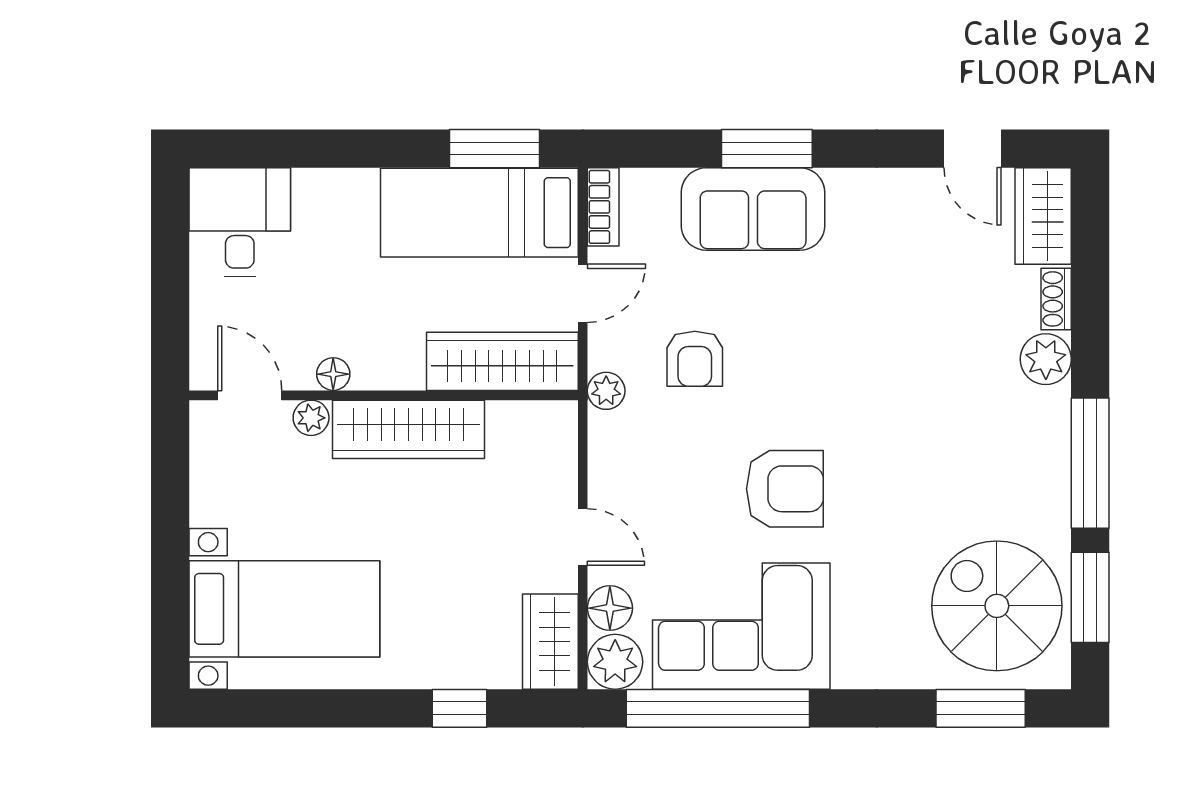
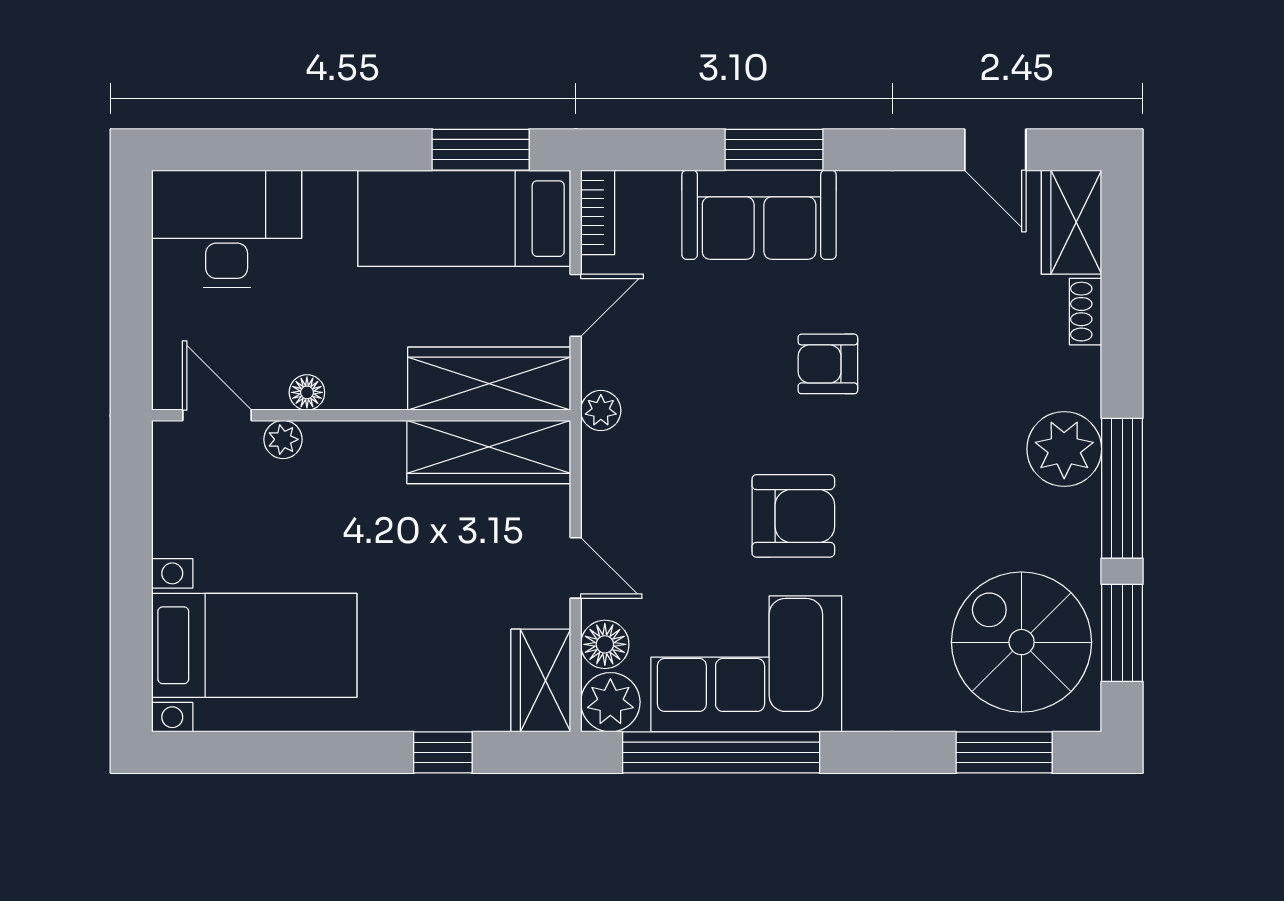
desk: (240, 222) -> (227, 229), width x1.37
armchair: (695, 359) -> (828, 364), moved, turned 90
plant: (1046, 359) -> (1064, 449), moved, width x1.36, depth x1.36
wardrobe: (408, 429) -> (489, 452), moved

